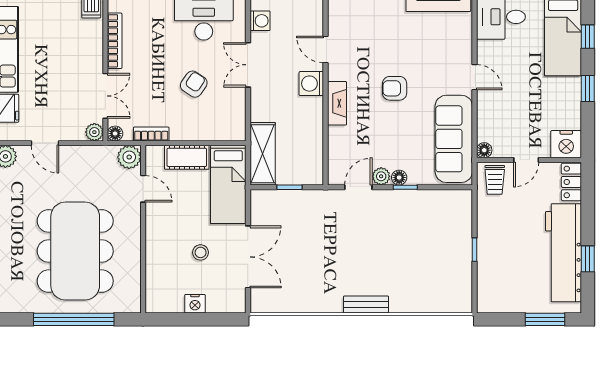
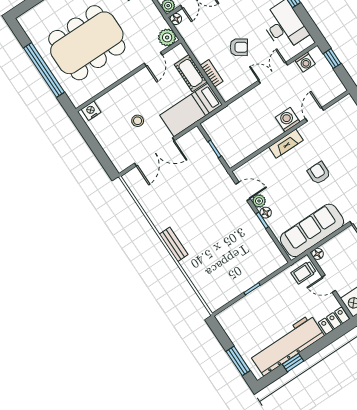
bookcase: (151, 134) -> (212, 73), moved
shelving: (263, 154) -> (224, 118), removed
nightstand: (195, 304) -> (91, 111), moved, turned 90

